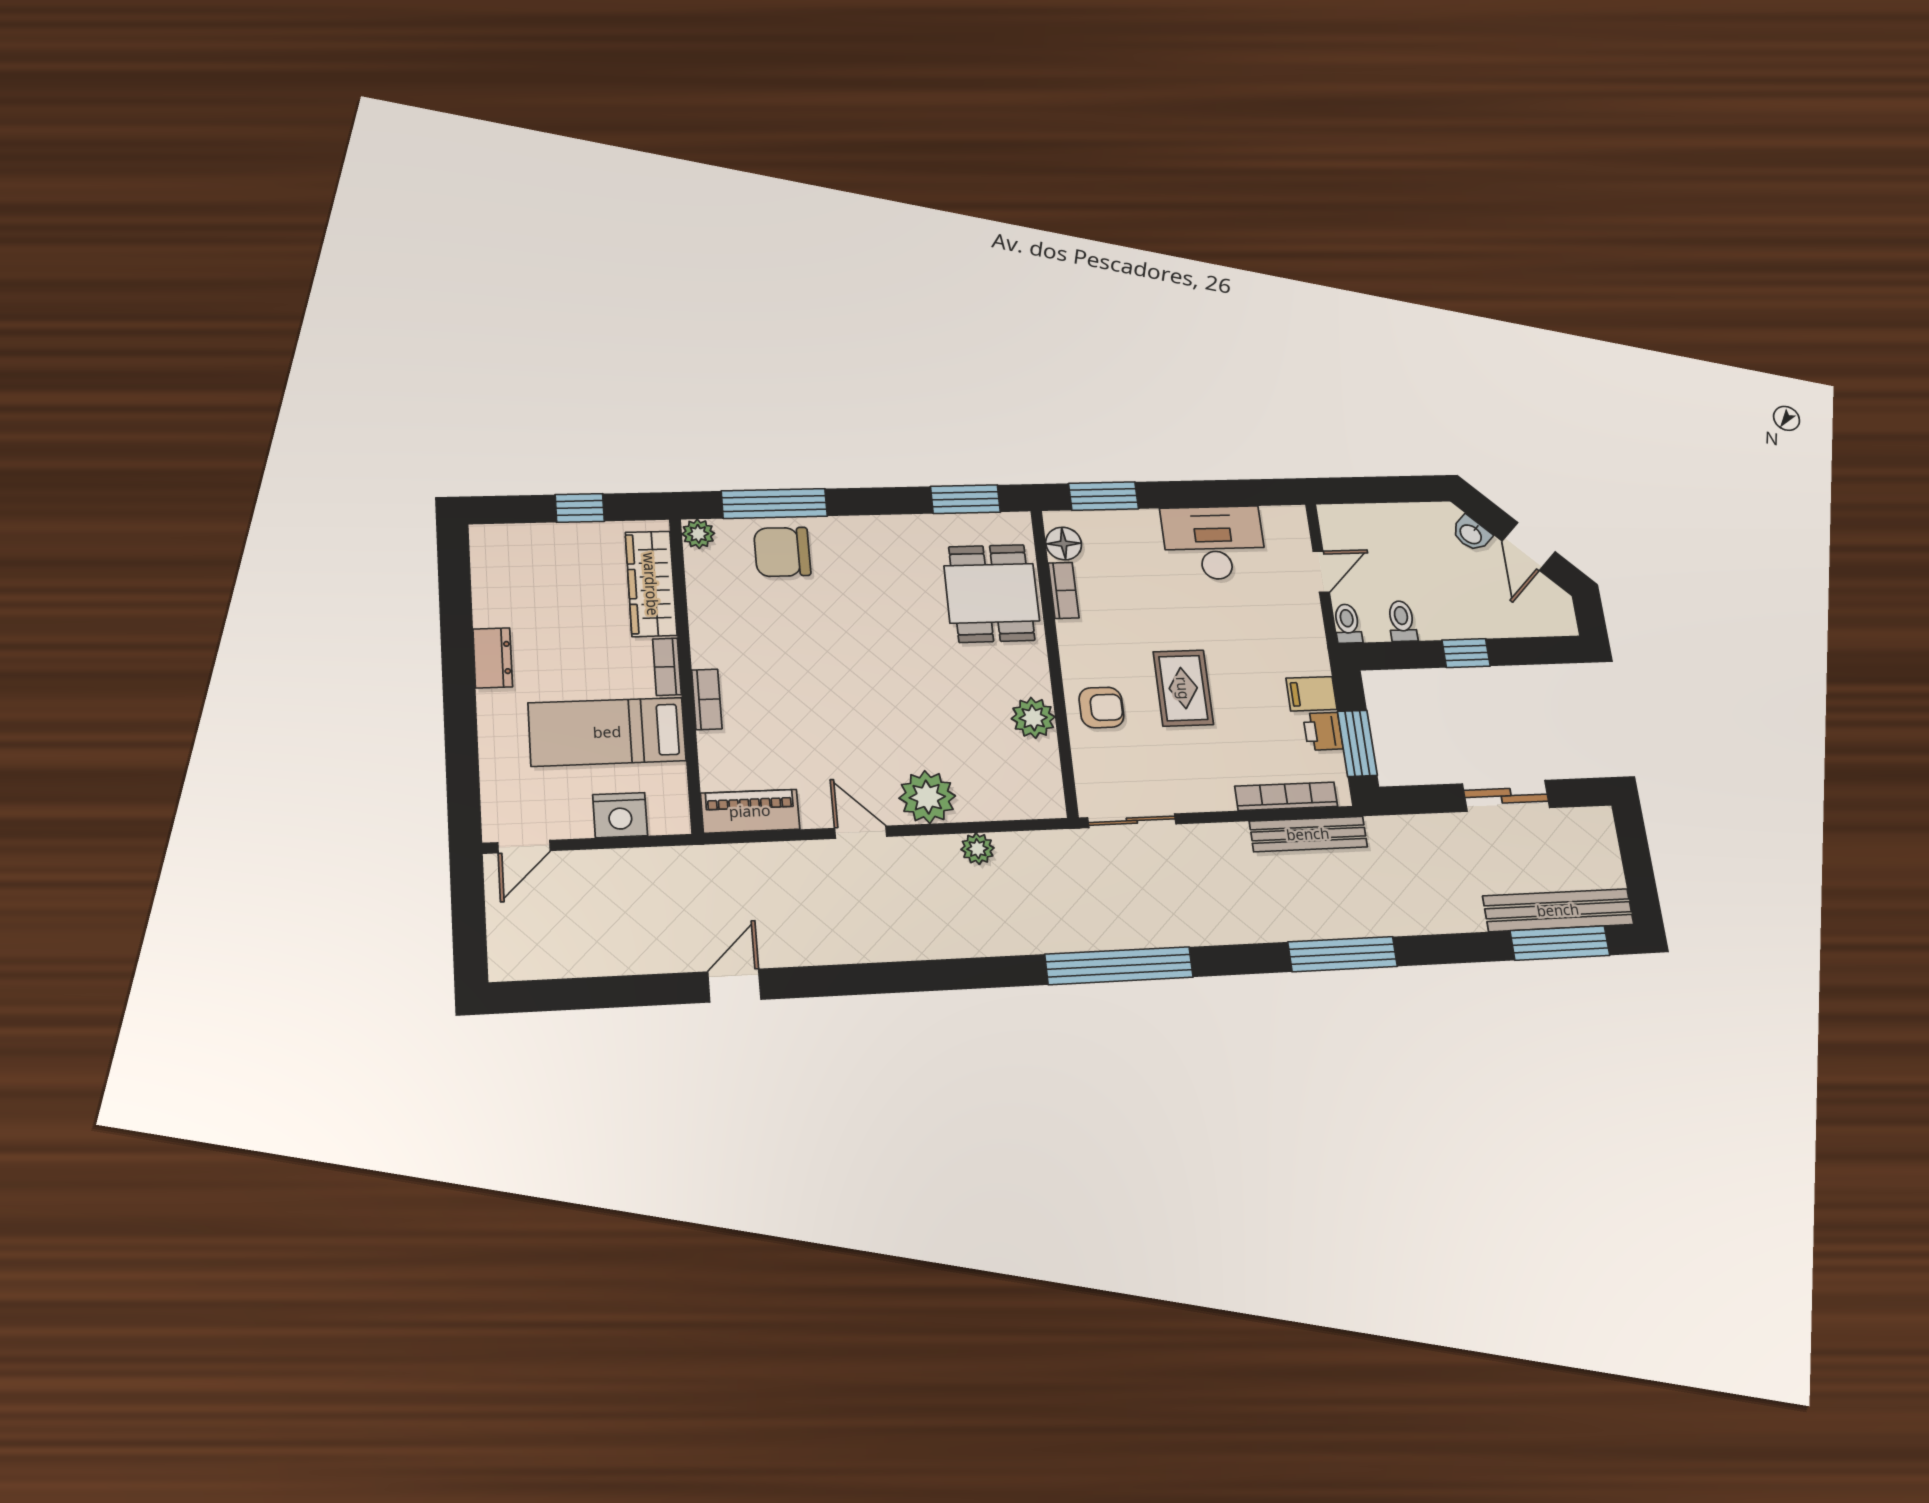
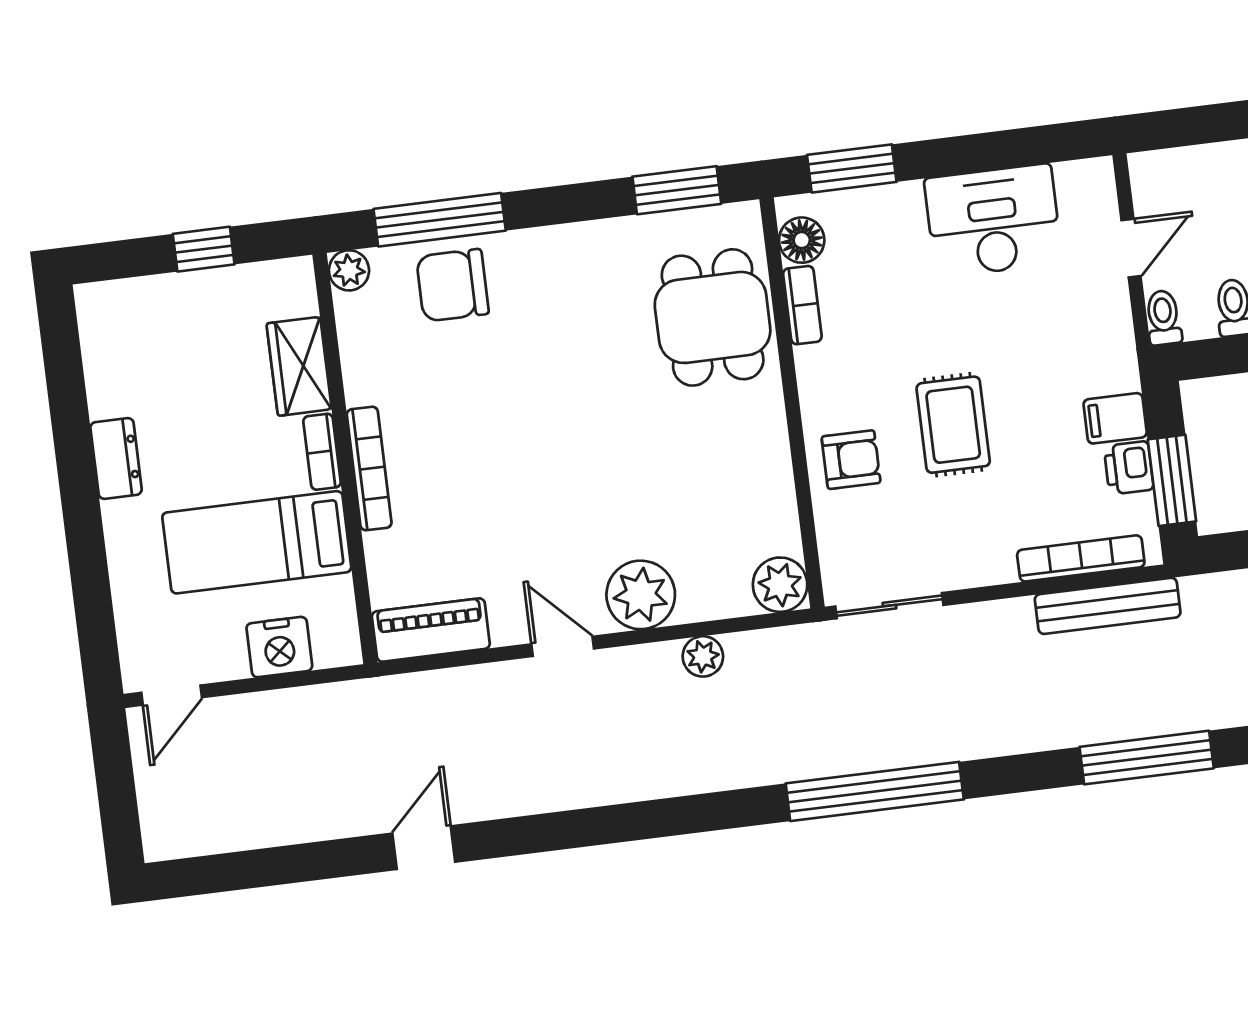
wardrobe: (651, 584) -> (299, 366), width x0.67
bookcase: (707, 699) -> (369, 469), width x1.56
plant: (1033, 718) -> (780, 585), moved

